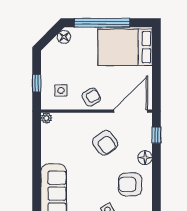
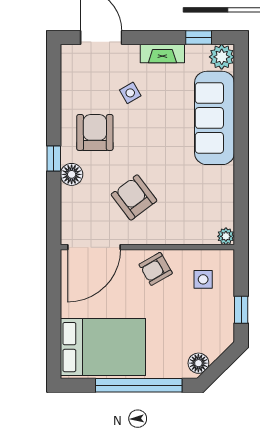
window: (37, 83) -> (241, 310), moved
window: (156, 135) -> (54, 159), moved
armchair: (130, 184) -> (95, 132), turned -90

